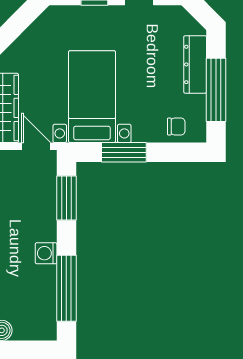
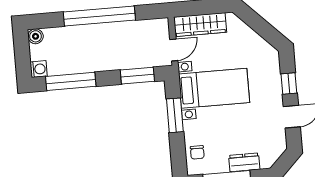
dresser: (195, 64) -> (244, 162), width x0.70
washing machine: (46, 253) -> (39, 69), moved, turned 90

